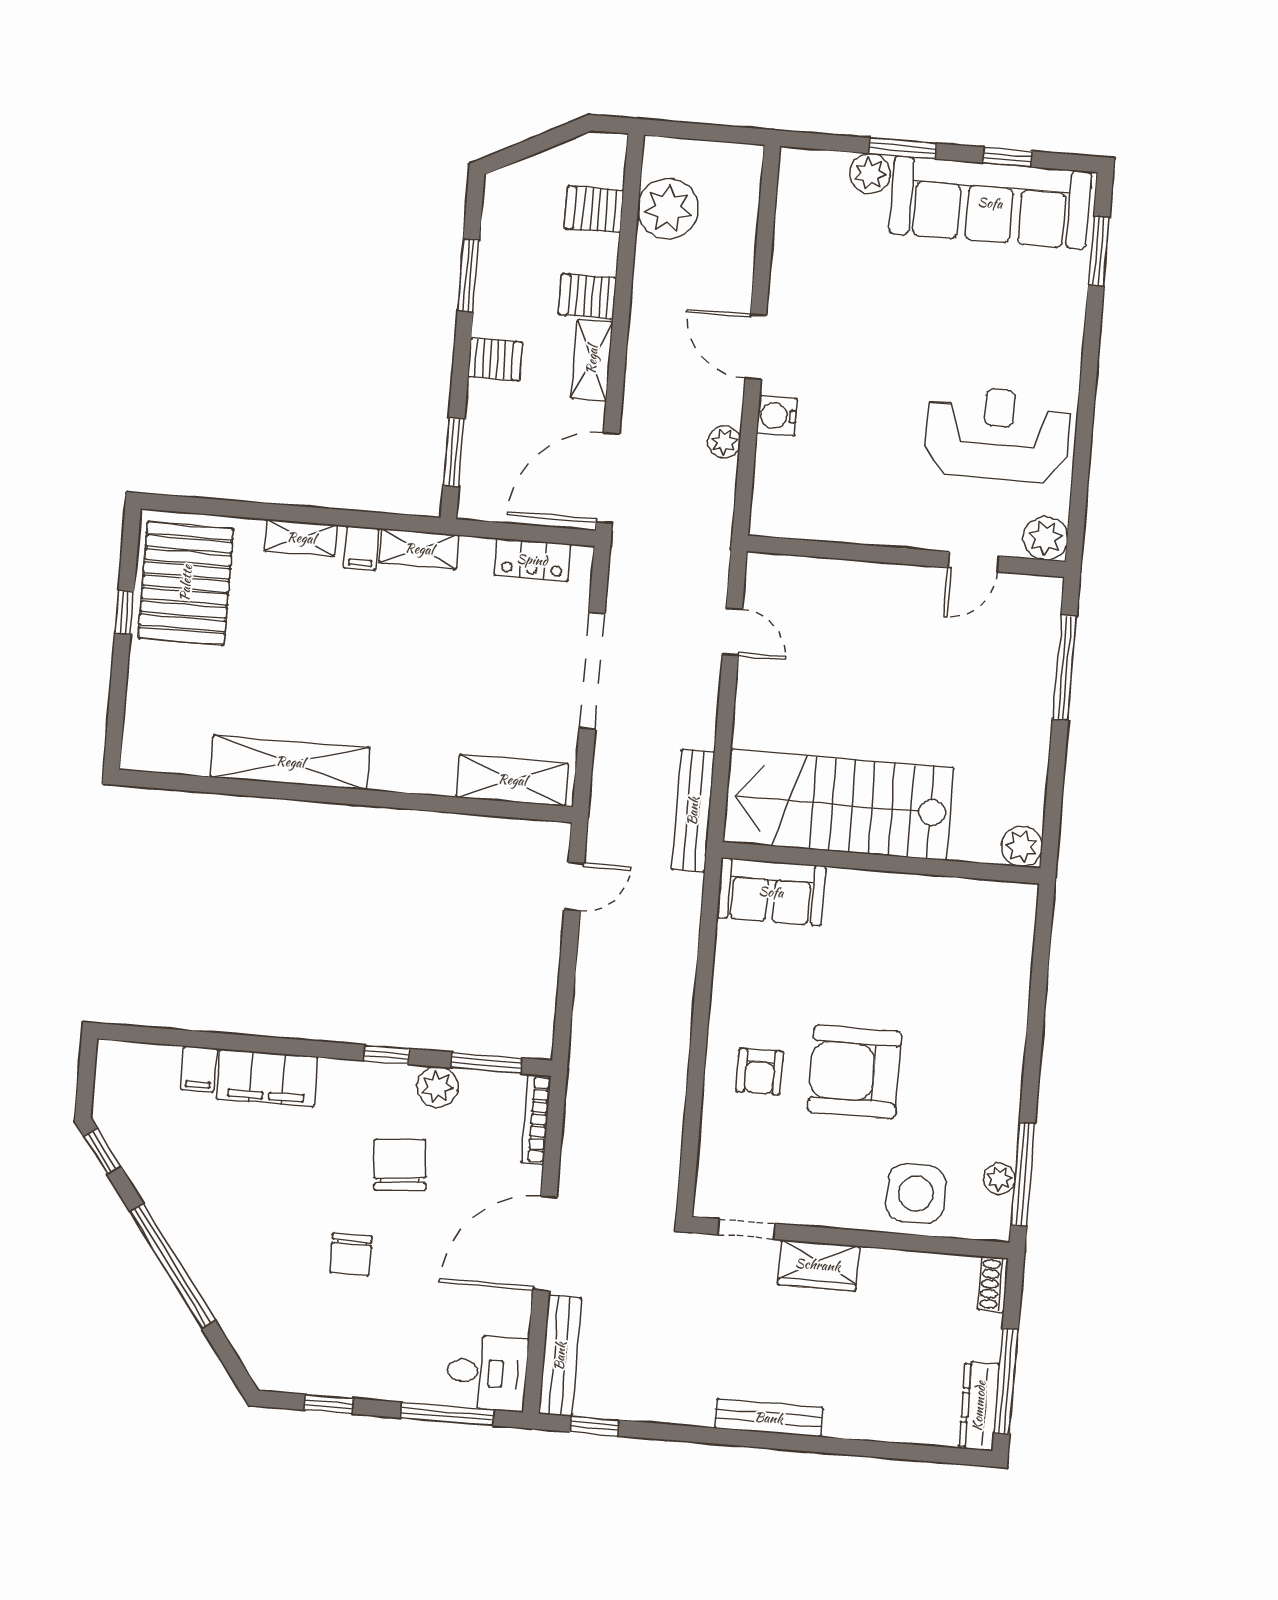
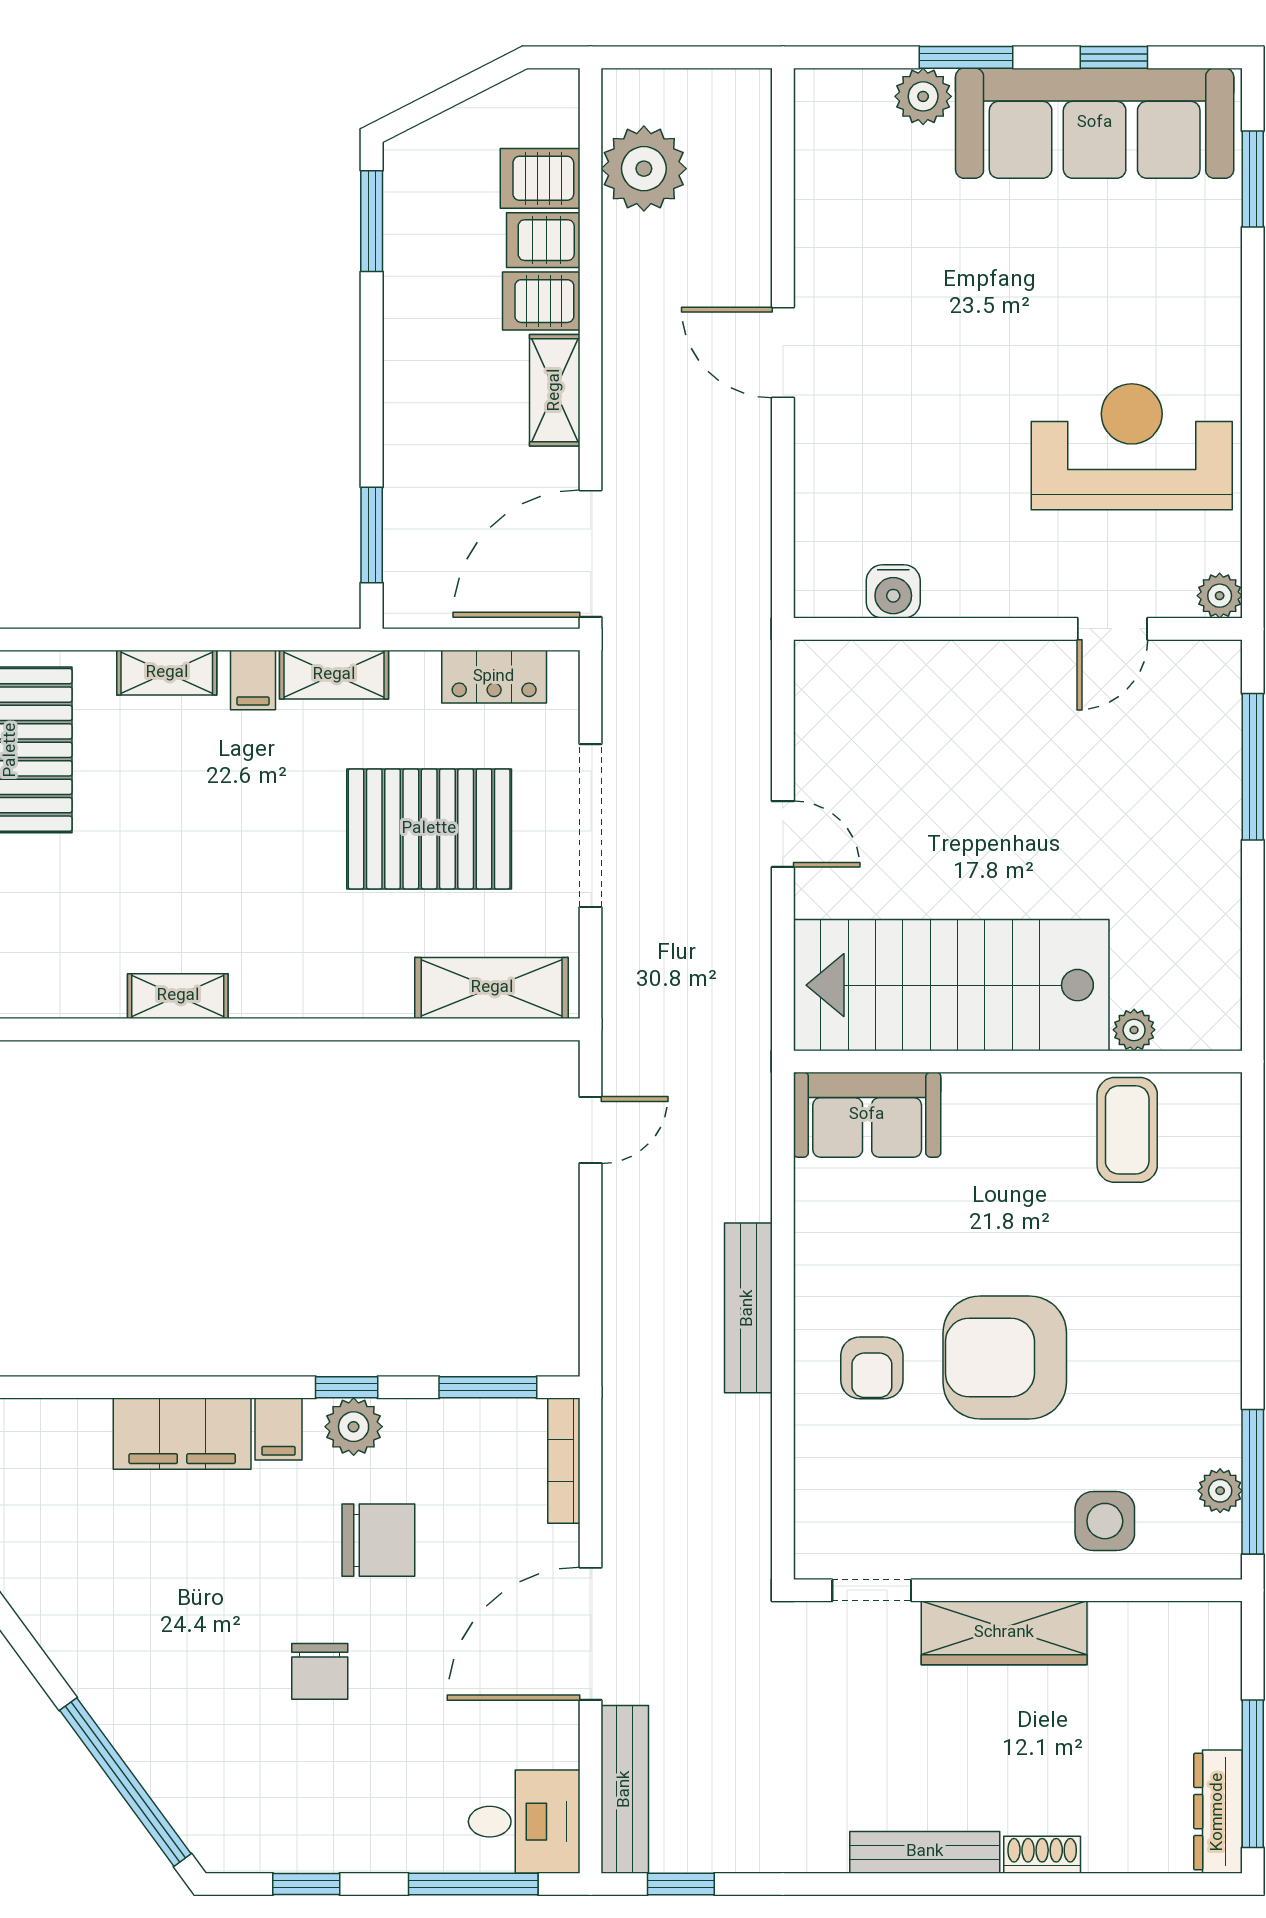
window: (468, 275) -> (372, 221), moved
server rack: (495, 359) -> (543, 240), moved, turned 180
water cooler: (777, 416) -> (893, 591), moved, turned -90
plant: (724, 442) -> (750, 490), removed
plant: (1046, 538) -> (1220, 596), width x0.73, depth x0.73
door: (732, 632) -> (783, 834), moved
pallet: (477, 664) -> (429, 829), added
shelving: (290, 762) -> (178, 996), width x0.45, depth x0.75
bench: (693, 811) -> (748, 1308), moved
plant: (1022, 846) -> (1134, 1030), moved, width x0.73, depth x0.73
coffee table: (954, 918) -> (1127, 1130), added
filing cabinet: (199, 1069) -> (279, 1429), moved
plant: (437, 1087) -> (354, 1427), moved
chair: (400, 1165) -> (378, 1540), turned 95
side table: (916, 1194) -> (1105, 1521), width x0.73, depth x0.73
wardrobe: (818, 1265) -> (1004, 1633), width x1.50
window: (173, 1266) -> (125, 1782), moved
shoe rack: (993, 1284) -> (1042, 1855), moved, turned 90

